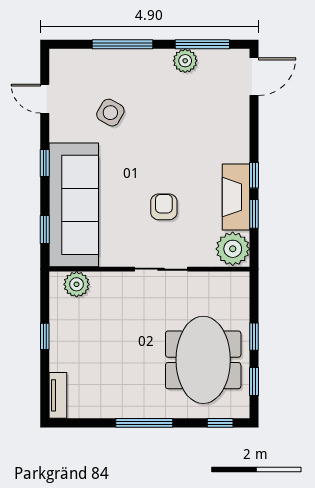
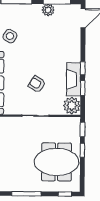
armchair: (164, 207) -> (37, 84), turned -58
meeting table: (203, 360) -> (56, 162), turned 90
window: (254, 381) -> (82, 129), moved

